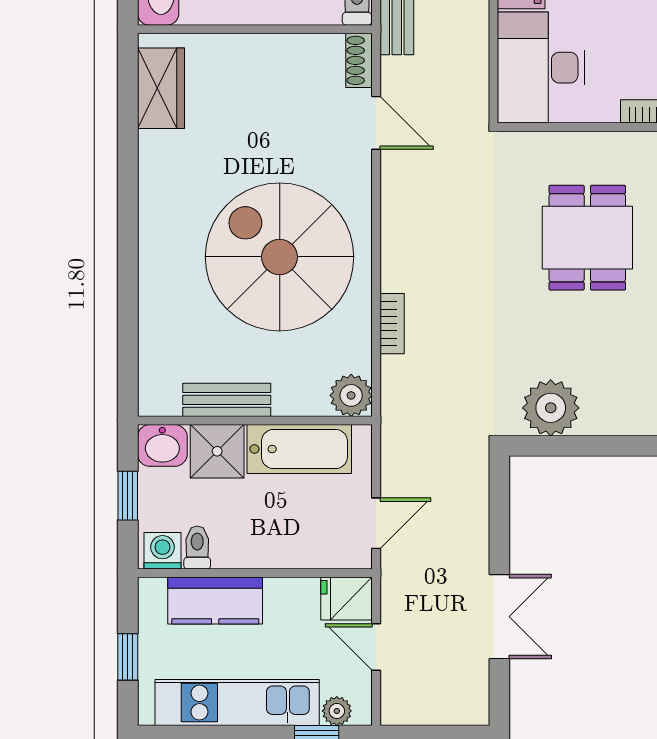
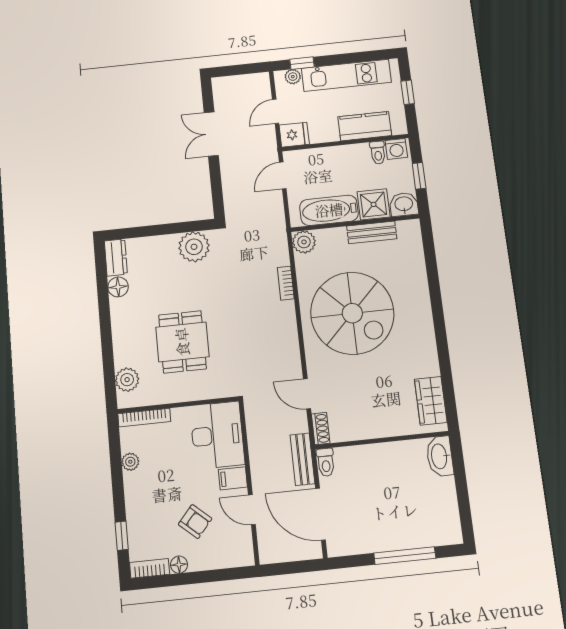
door: (376, 647) -> (276, 111), swing flipped

